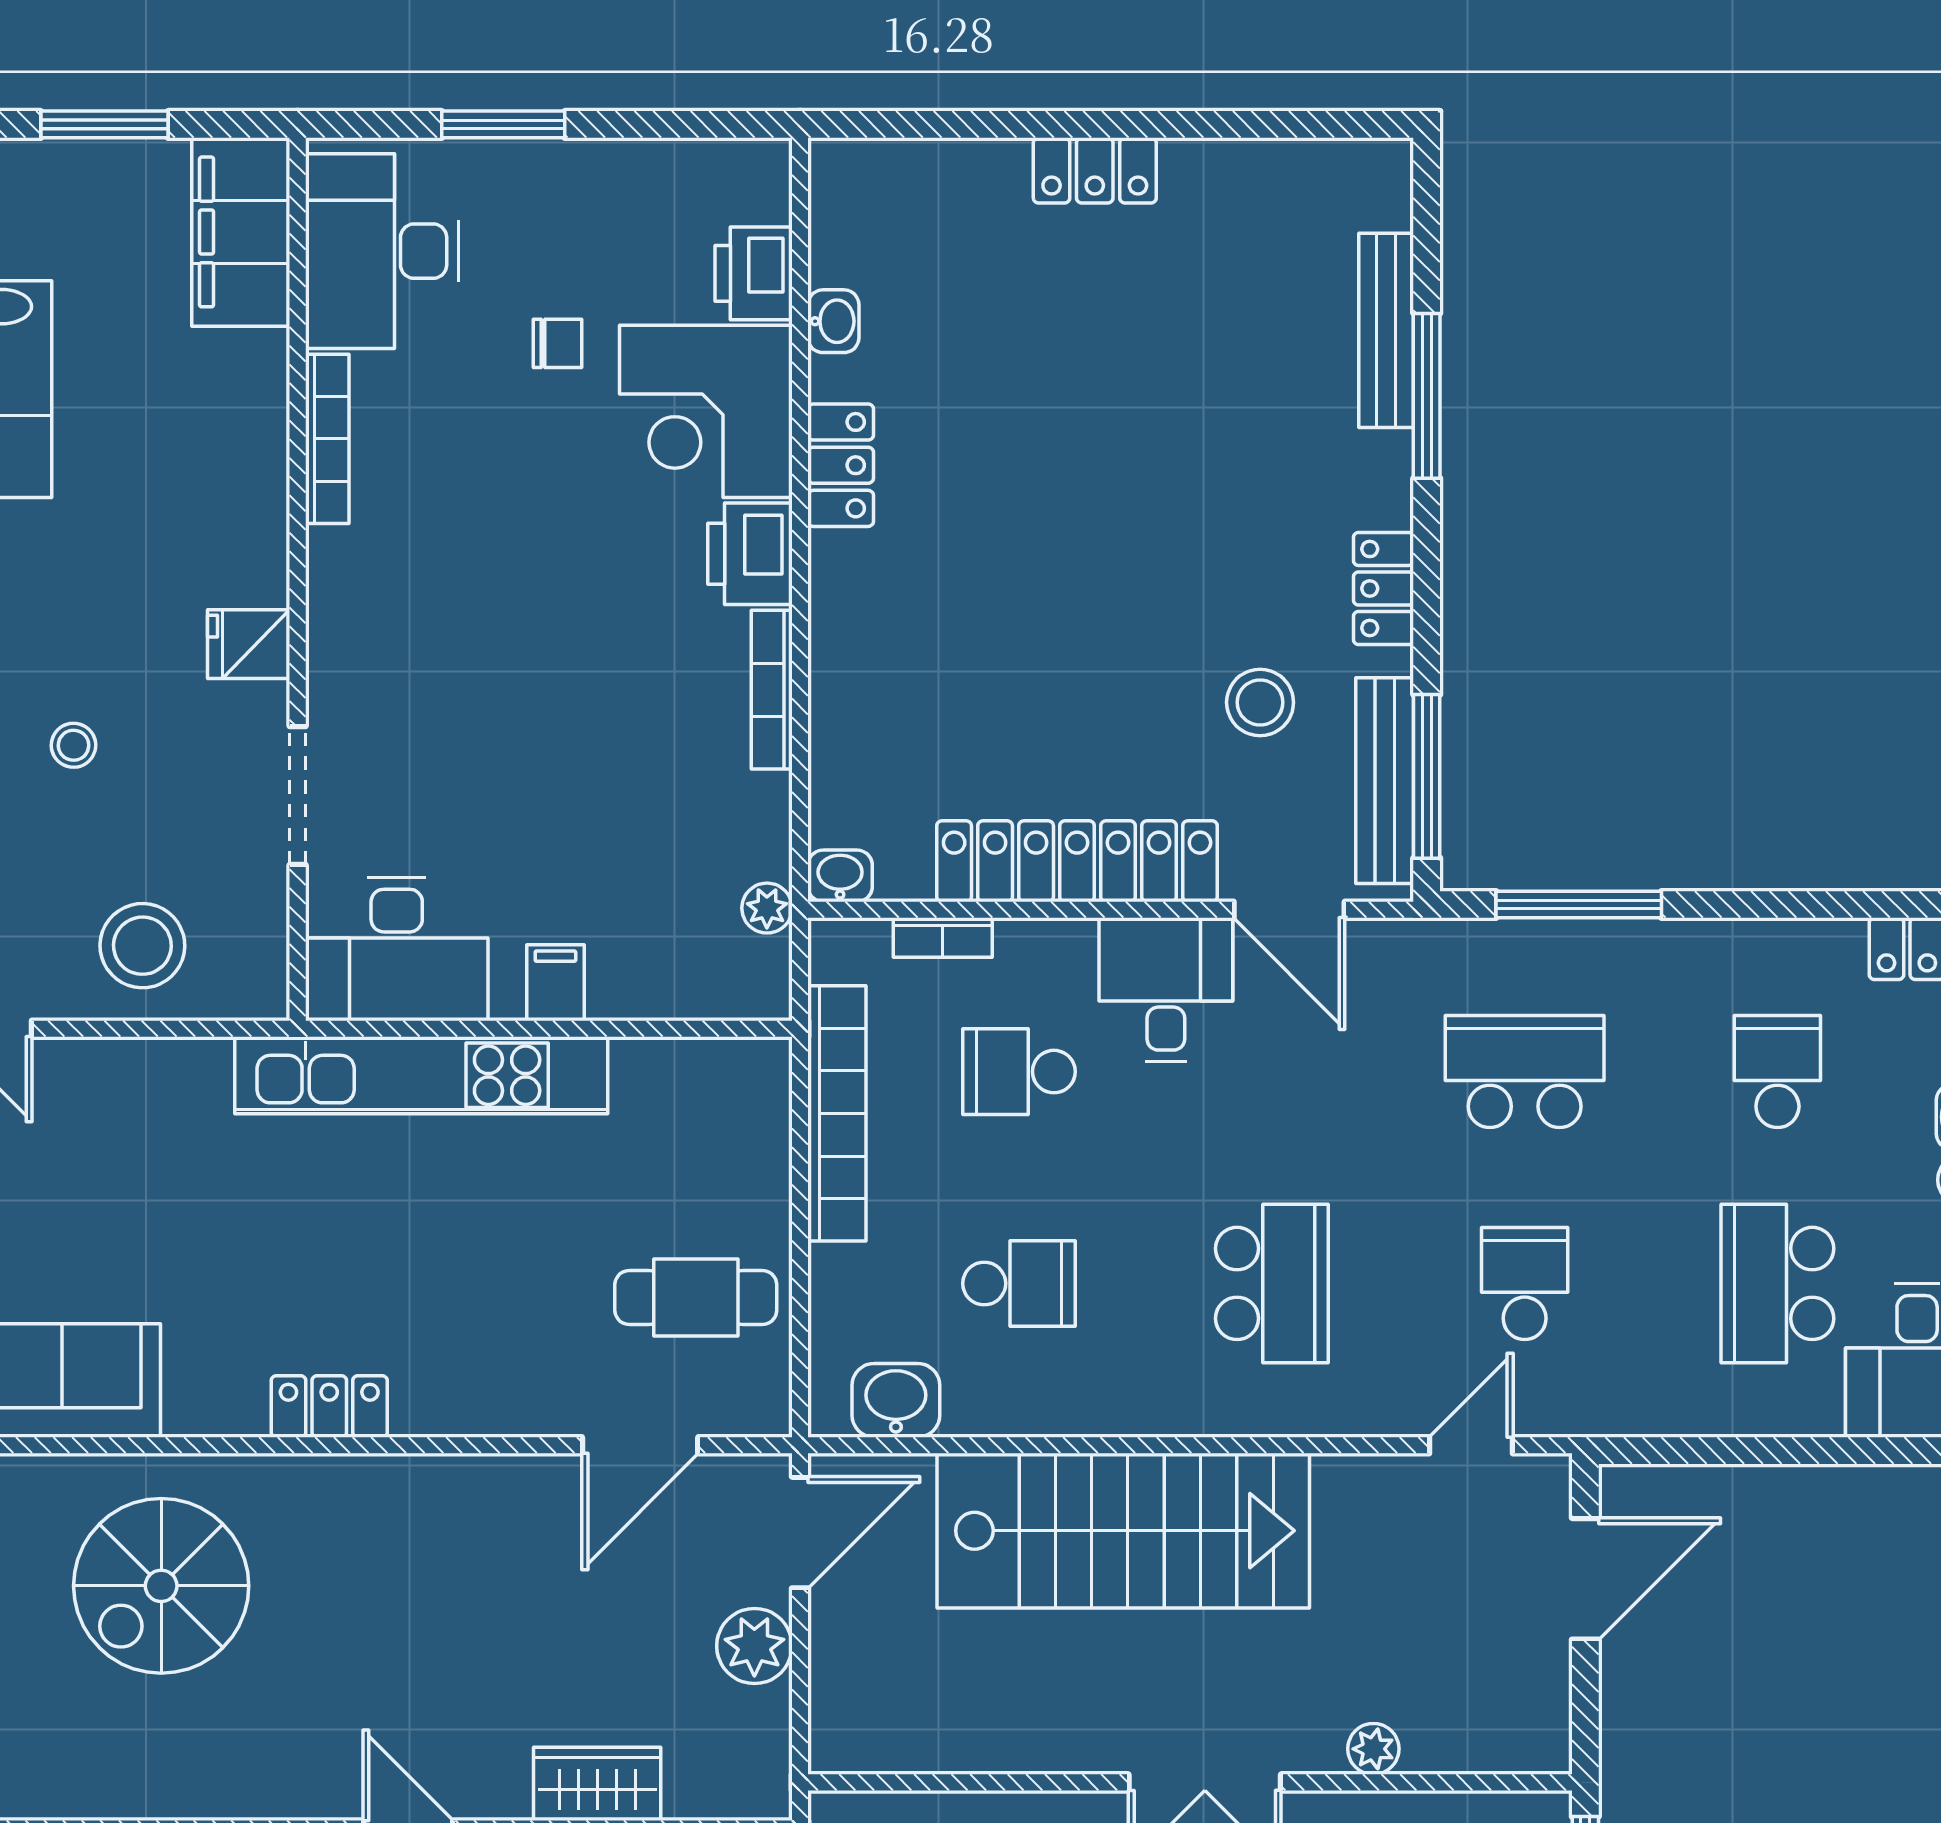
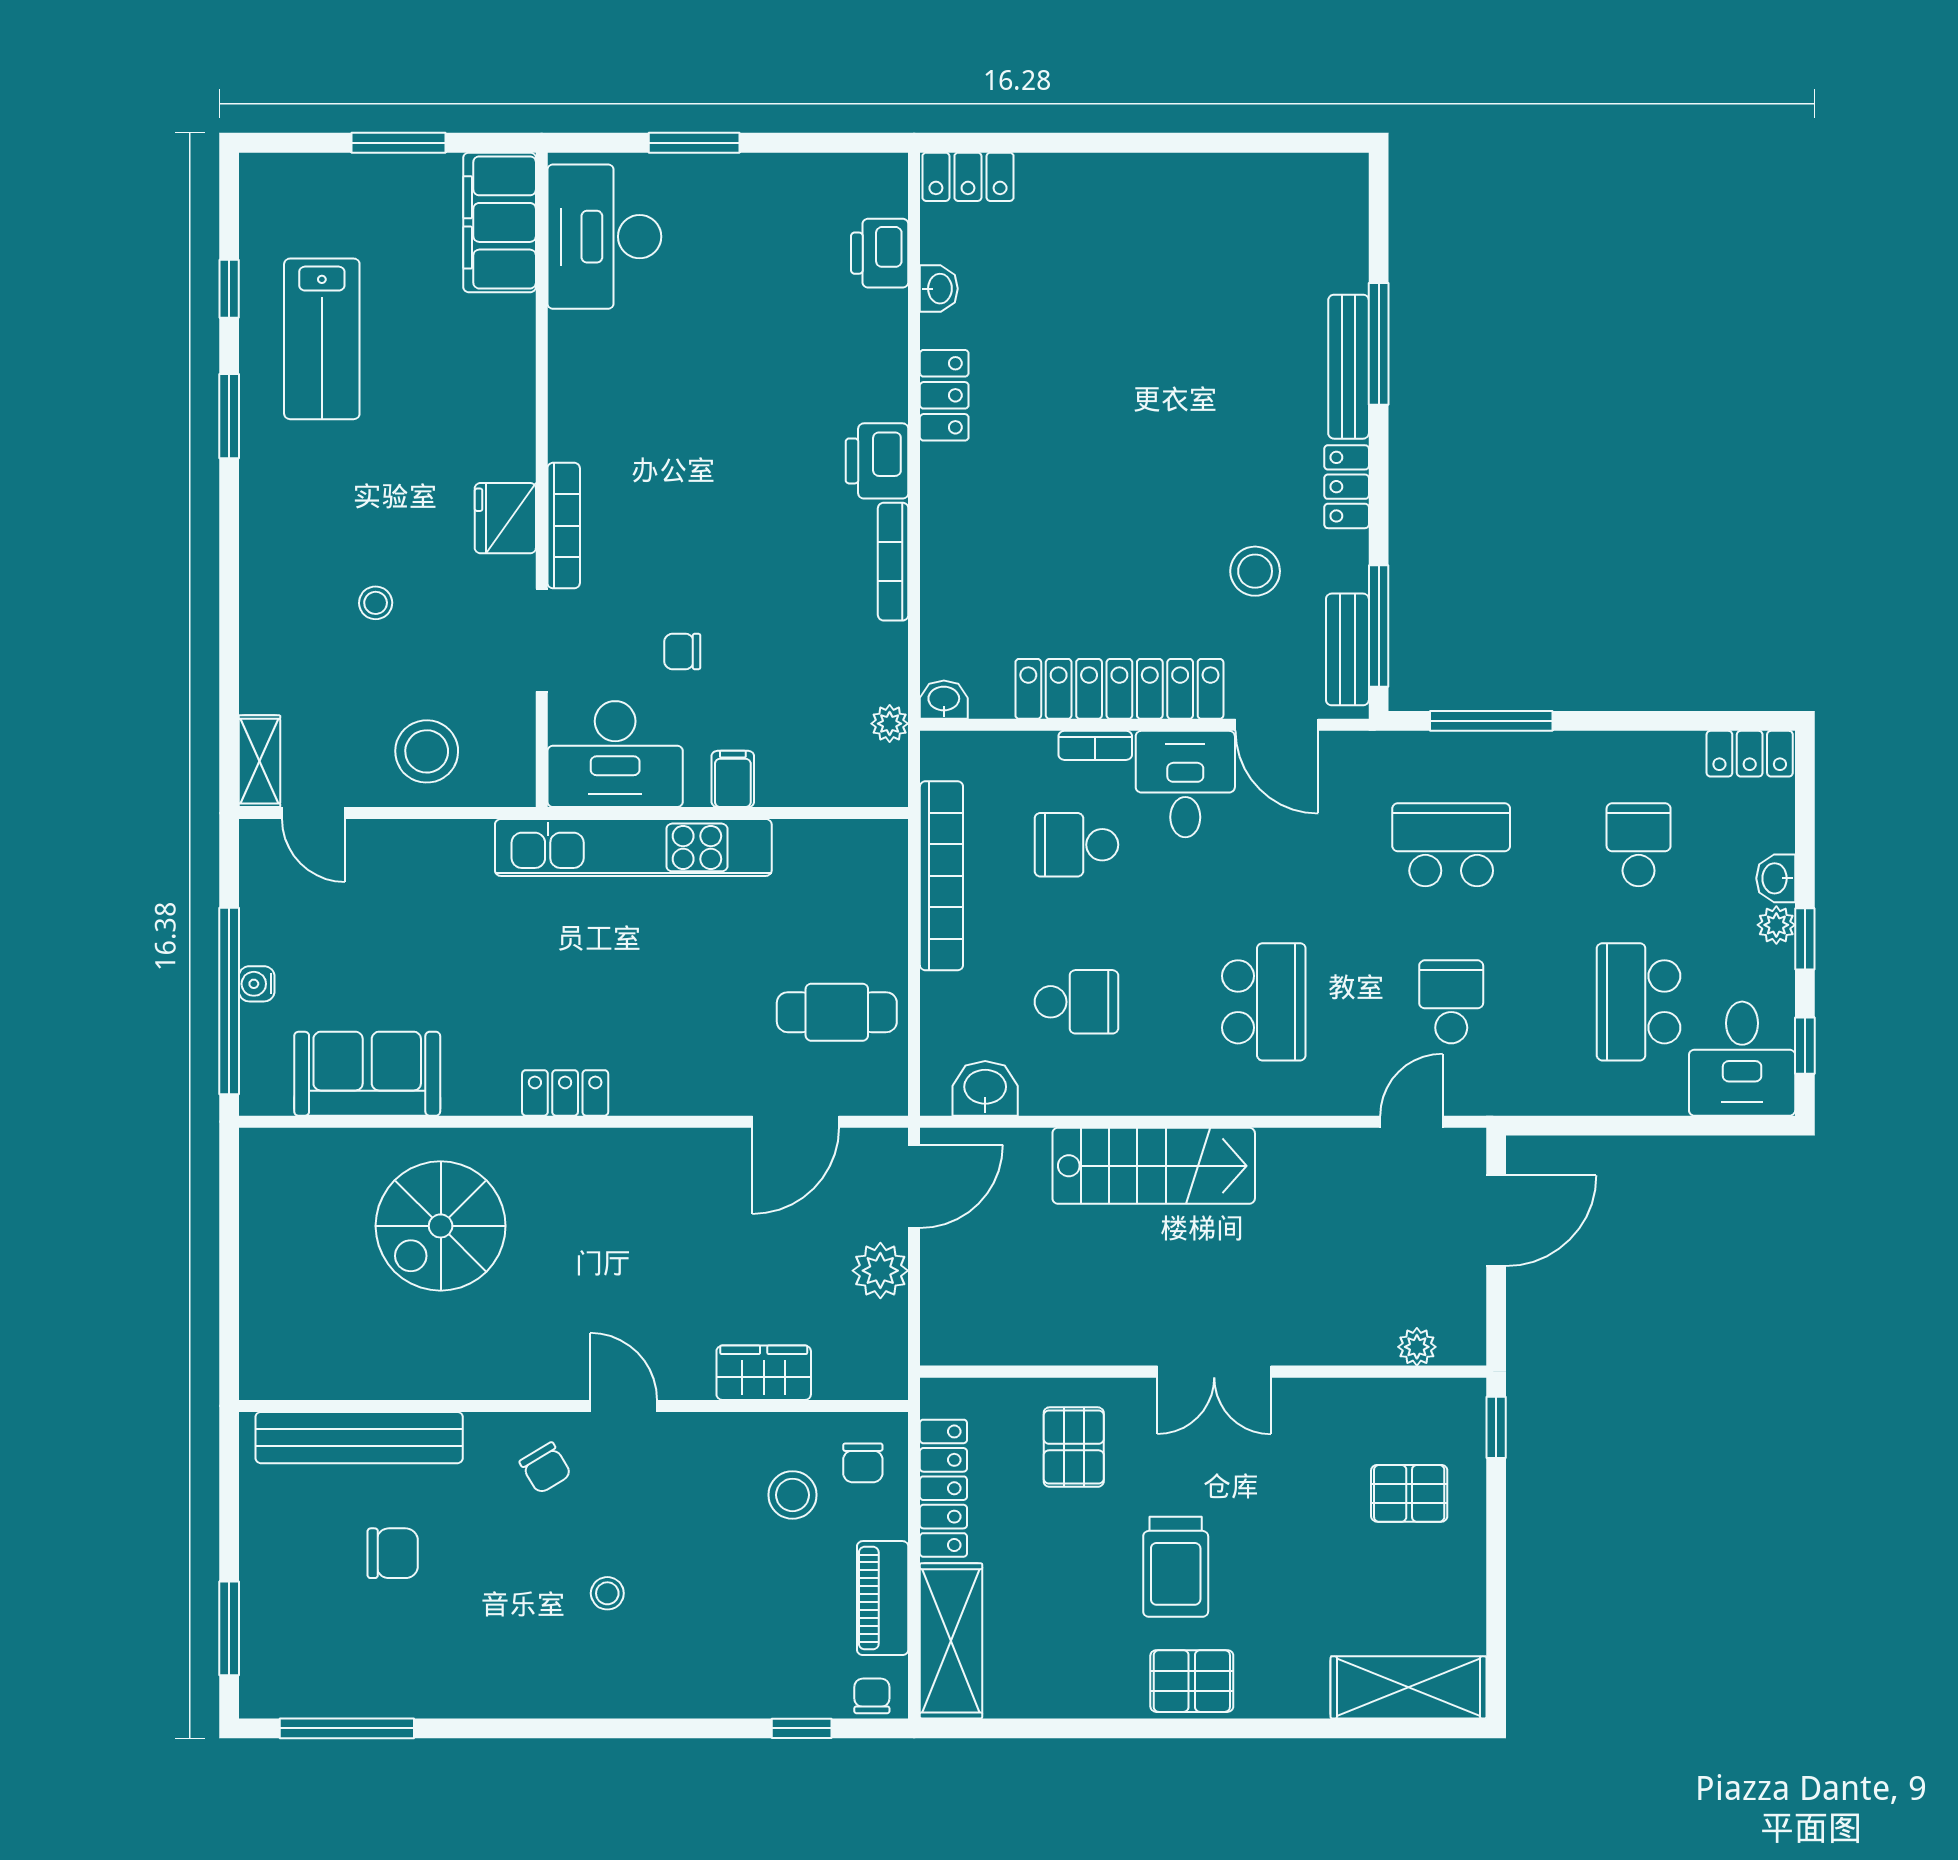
locker: (1095, 170) -> (968, 177), moved
bench: (1386, 330) -> (1349, 367), moved
chair: (558, 343) -> (682, 651), moved, turned 180
corner desk: (706, 411) -> (844, 355), removed
bookcase: (327, 439) -> (564, 526), moved
fridge: (249, 644) -> (505, 518), width x1.38
bench: (1385, 781) -> (1347, 649), width x0.73
bookcase: (943, 937) -> (1095, 745), moved
stairs: (1123, 1531) -> (1154, 1166), width x0.73, depth x0.66
plant: (1373, 1749) -> (1417, 1347), moved

